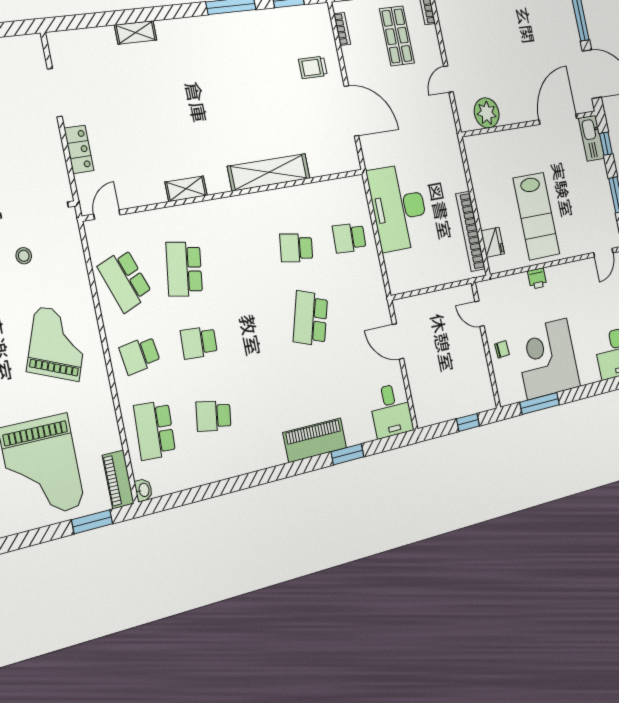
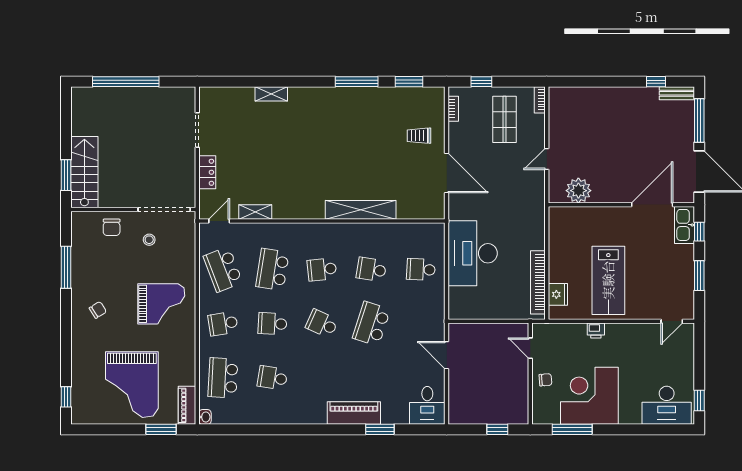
shelving: (186, 189) -> (255, 212), moved
school desk: (241, 258) -> (322, 269), added
school desk: (256, 330) -> (322, 324), added
grand piano: (57, 344) -> (161, 304), turned 69

